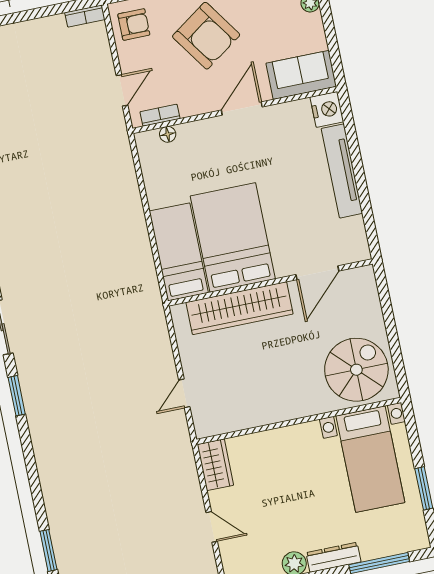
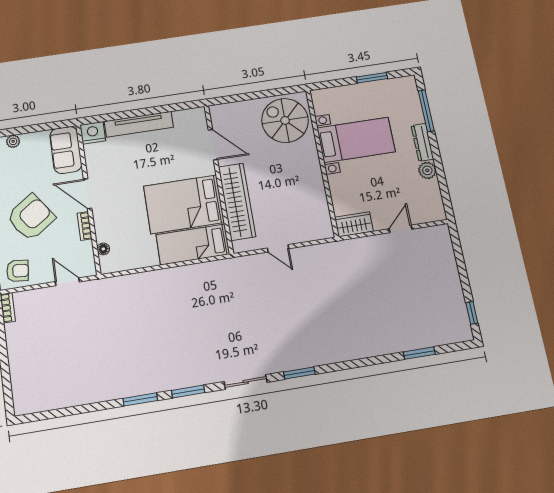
armchair: (134, 24) -> (18, 271), turned 96
bookcase: (160, 115) -> (85, 226), moved
door: (184, 393) -> (278, 248), moved
bed with nightstands: (370, 459) -> (356, 140), moved

